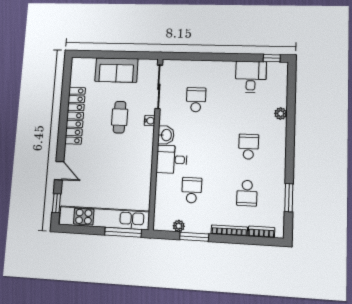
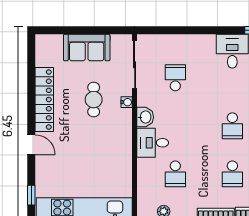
school desk: (249, 147) -> (232, 126), turned 180
door: (59, 171) -> (31, 145), moved
school desk: (192, 190) -> (175, 174), turned 180

